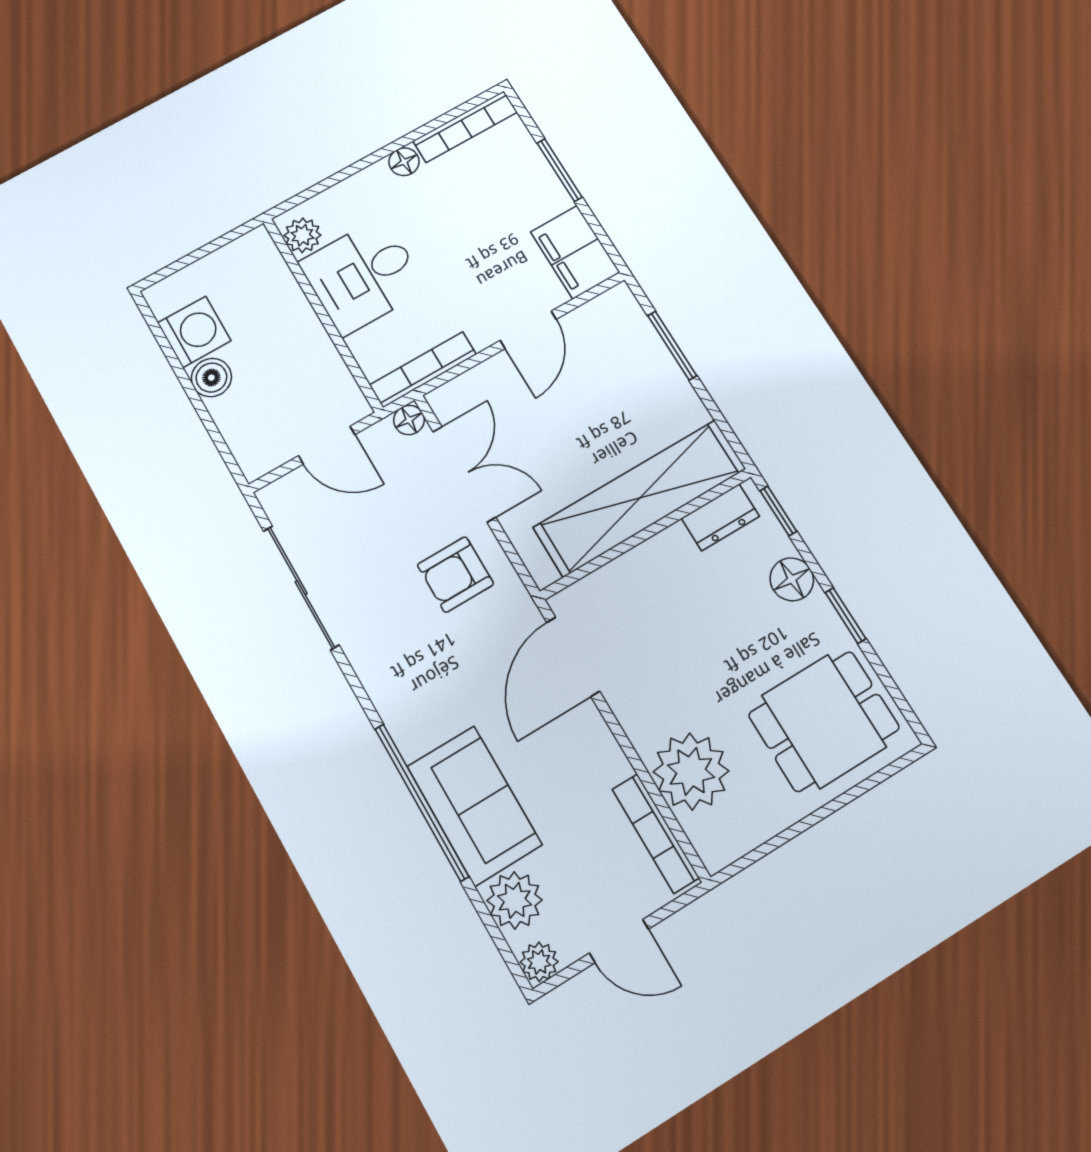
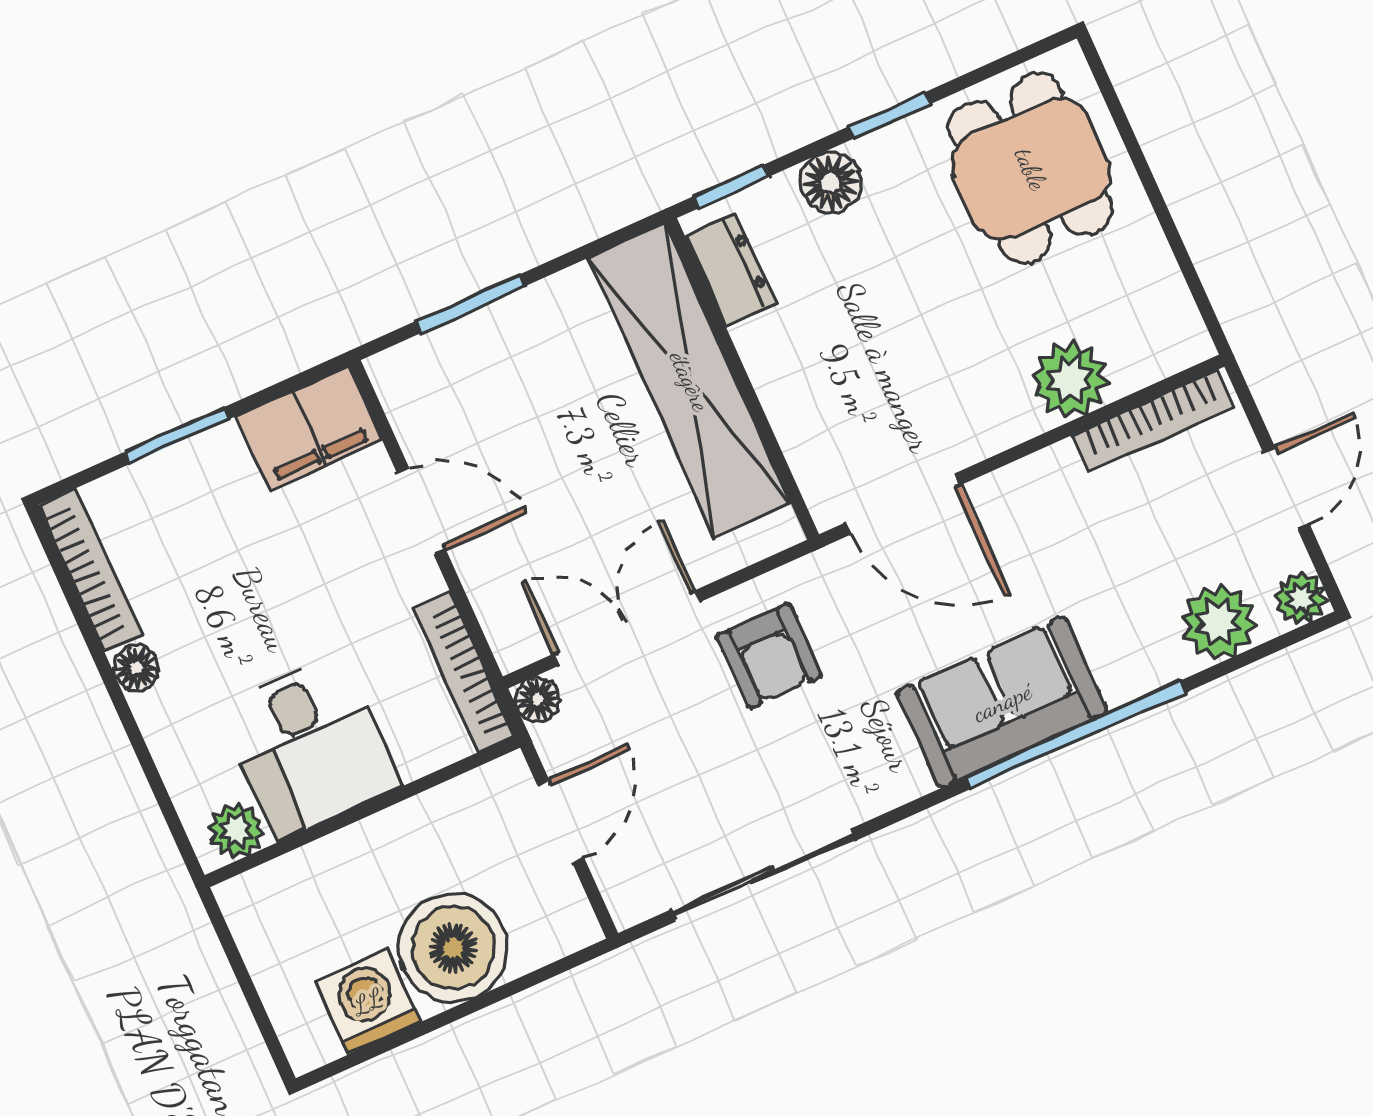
boiler: (211, 378) -> (453, 948), width x1.86, depth x1.86
plant: (691, 771) -> (1070, 380), width x0.73, depth x0.73
sofa: (474, 805) -> (1002, 702), moved

